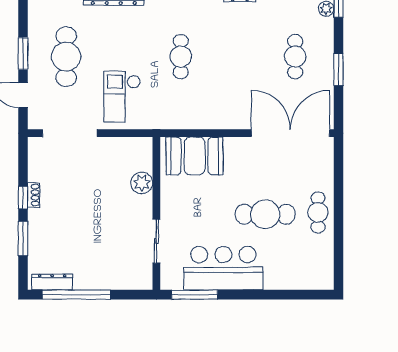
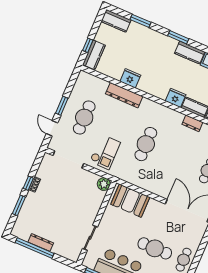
cafe table: (181, 57) -> (146, 144), width x1.37, depth x1.35
checkout: (122, 97) -> (105, 152), turned 180
plant: (142, 183) -> (104, 184), moved
dresser: (52, 282) -> (41, 242), moved

